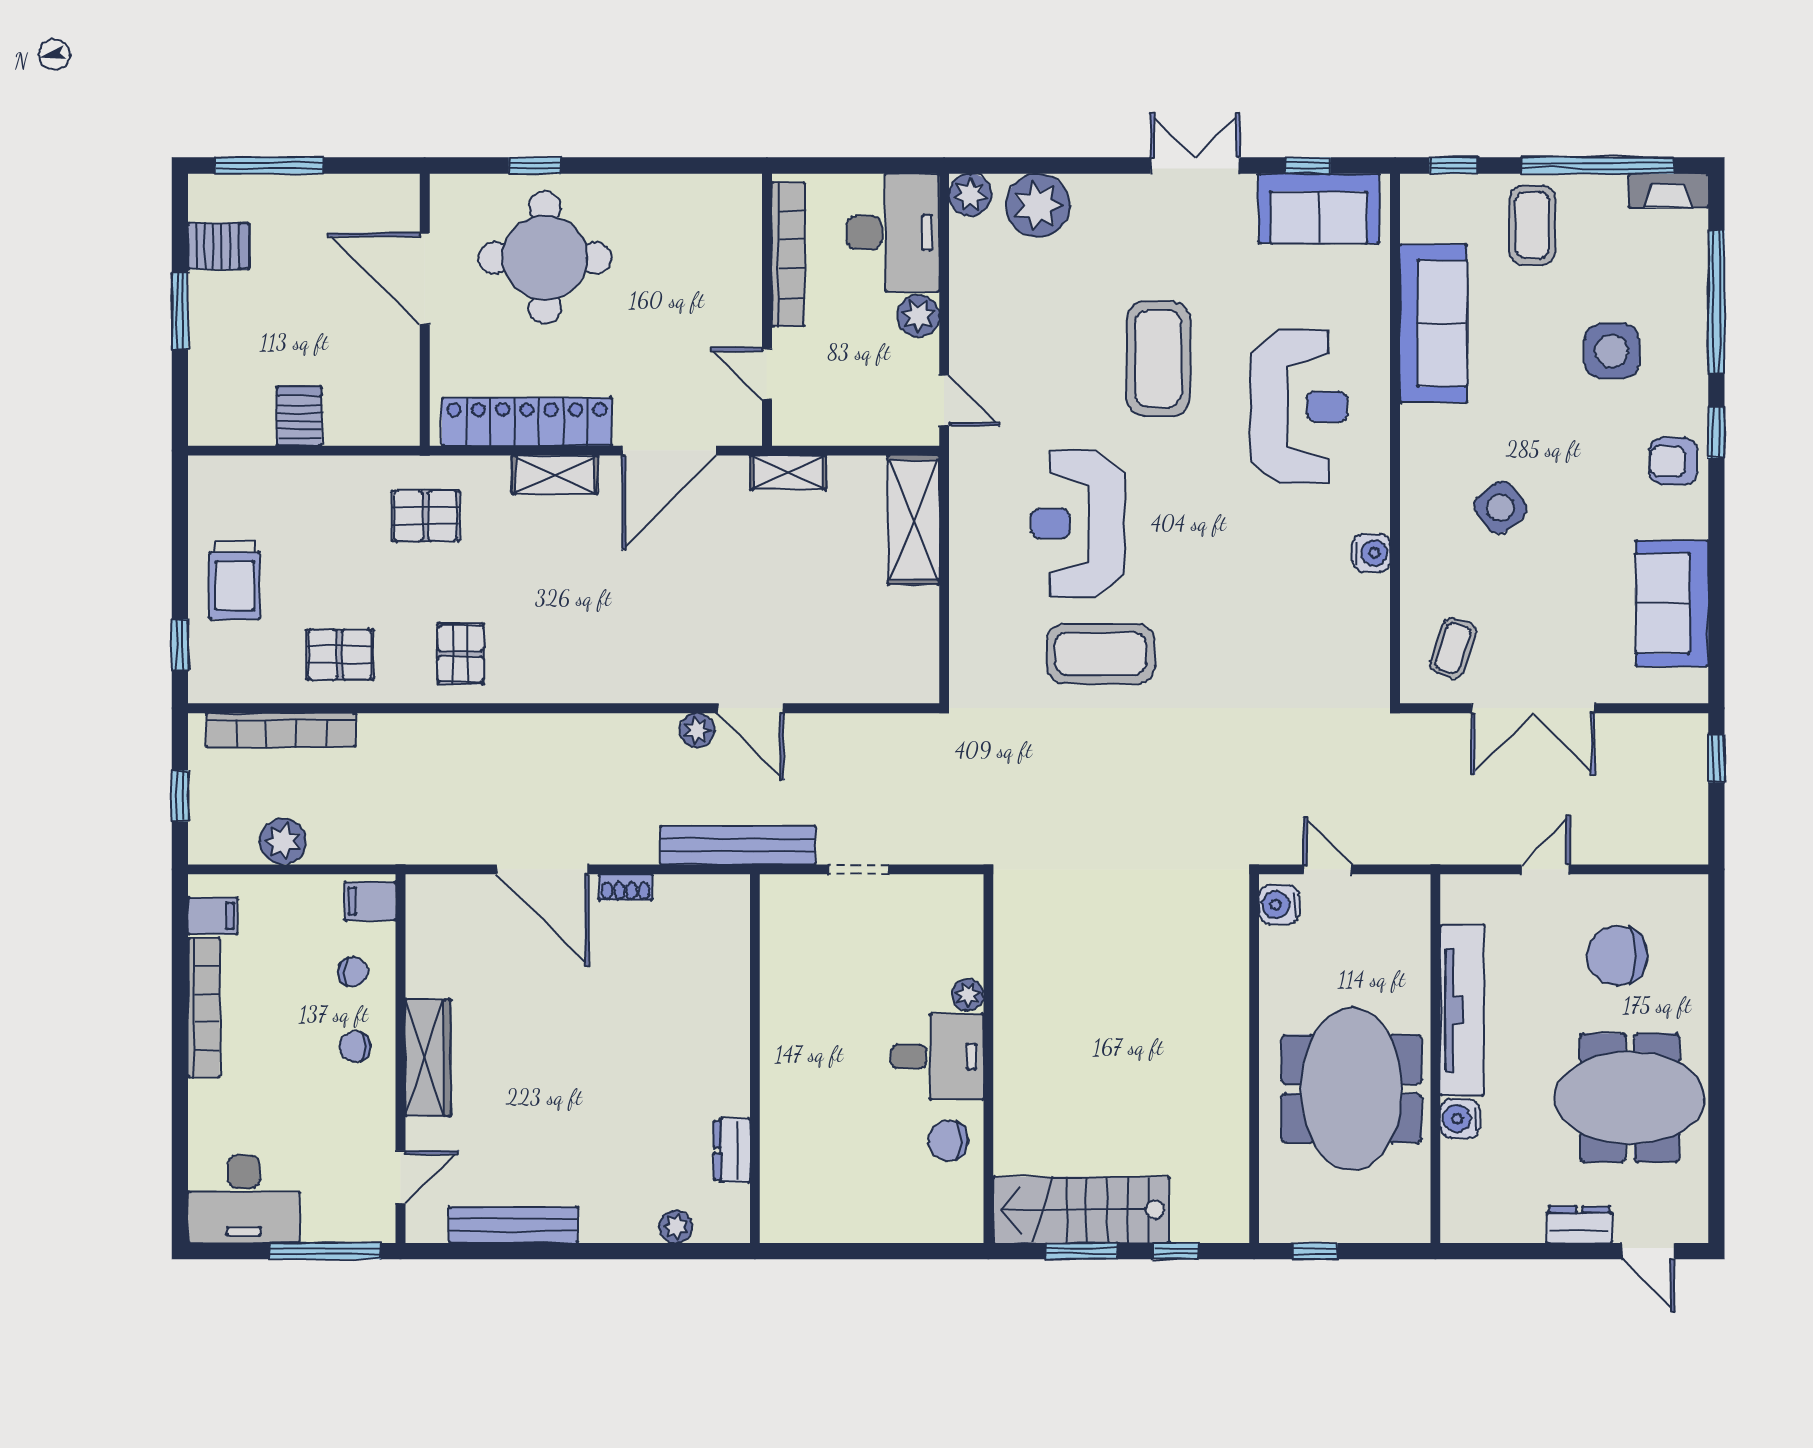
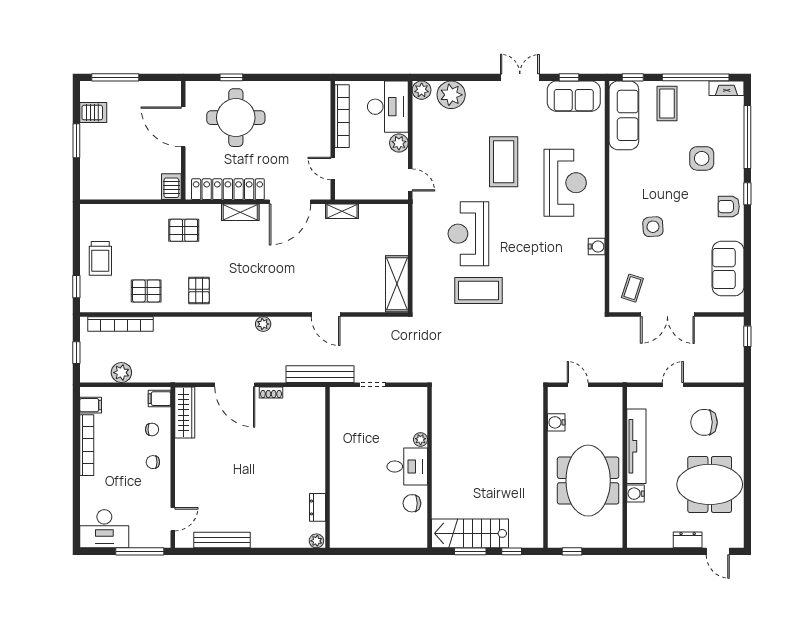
sofa: (1433, 323) -> (624, 115), moved
server rack: (299, 416) -> (171, 187), moved
side table: (1500, 507) -> (653, 227), turned 35
shelving: (913, 520) -> (397, 284), moved
plant: (697, 730) -> (263, 324), moved
water cooler: (1279, 905) -> (556, 422), moved
wardrobe: (428, 1058) -> (185, 412), moved
plant: (676, 1227) -> (316, 541), moved

